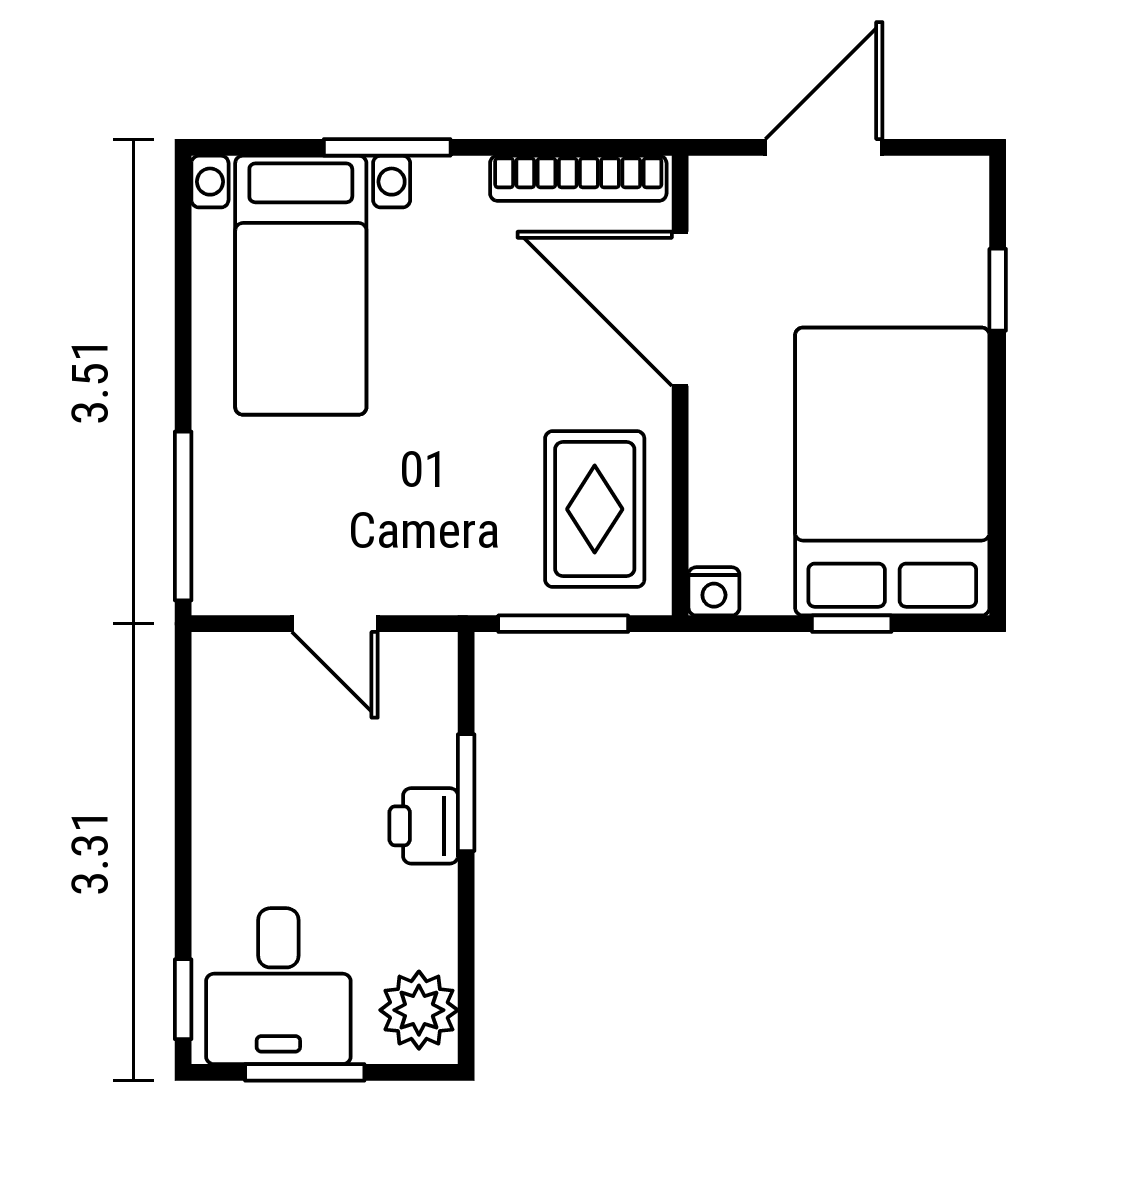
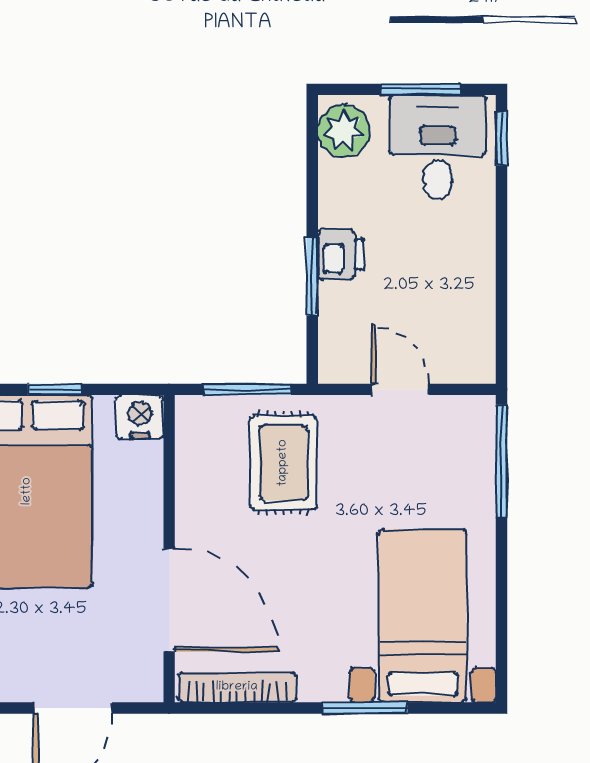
rug: (595, 509) -> (283, 463), moved
nightstand: (714, 591) -> (140, 417), width x1.39, depth x1.35

